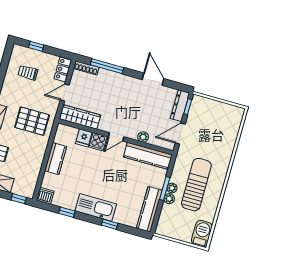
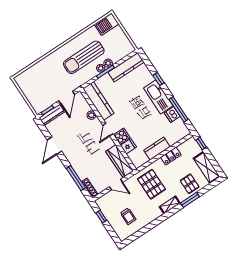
window: (36, 46) -> (101, 217), moved
locker: (63, 70) -> (171, 156), moved
door: (180, 134) -> (67, 98), hinge flipped
door: (116, 137) -> (108, 130), swing flipped
dishwasher: (45, 196) -> (172, 115), moved
window: (67, 212) -> (179, 109), width x2.17

